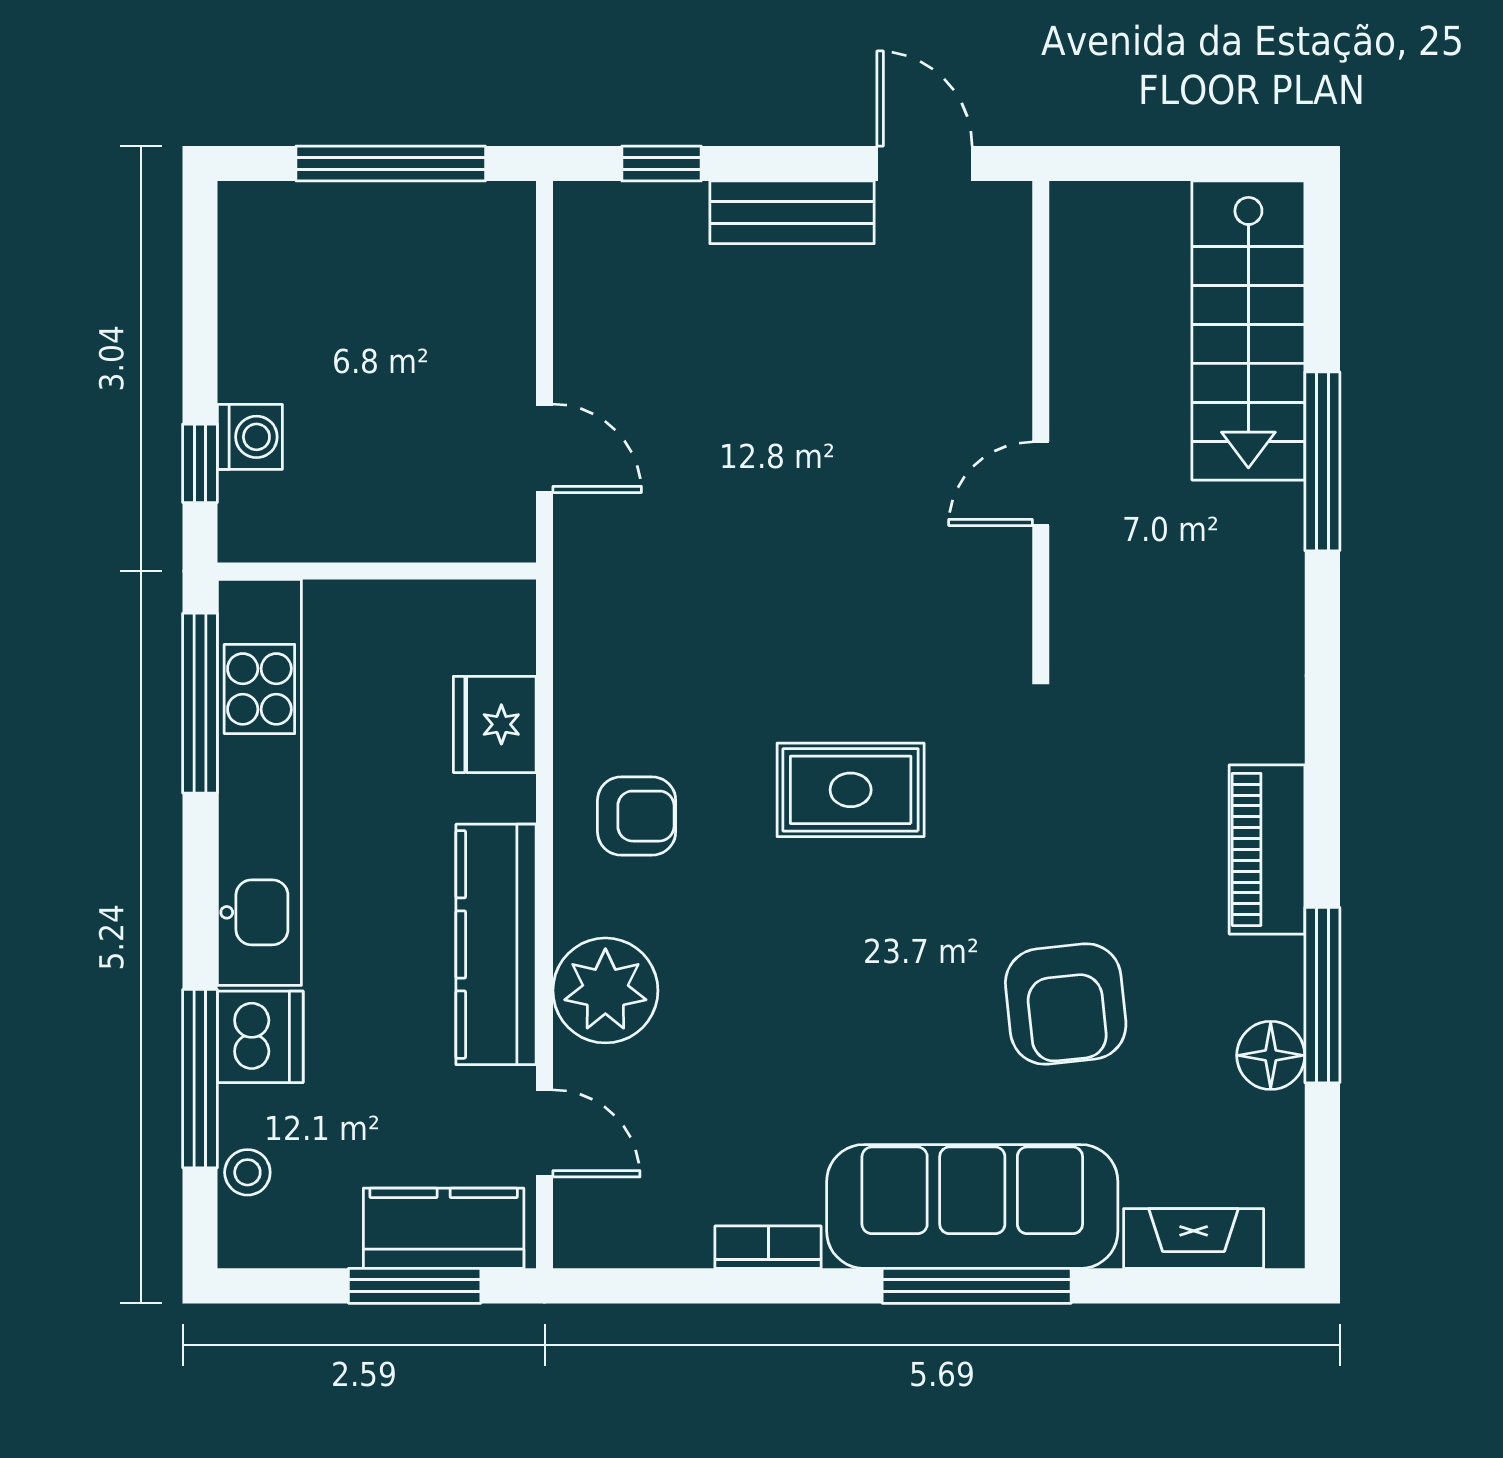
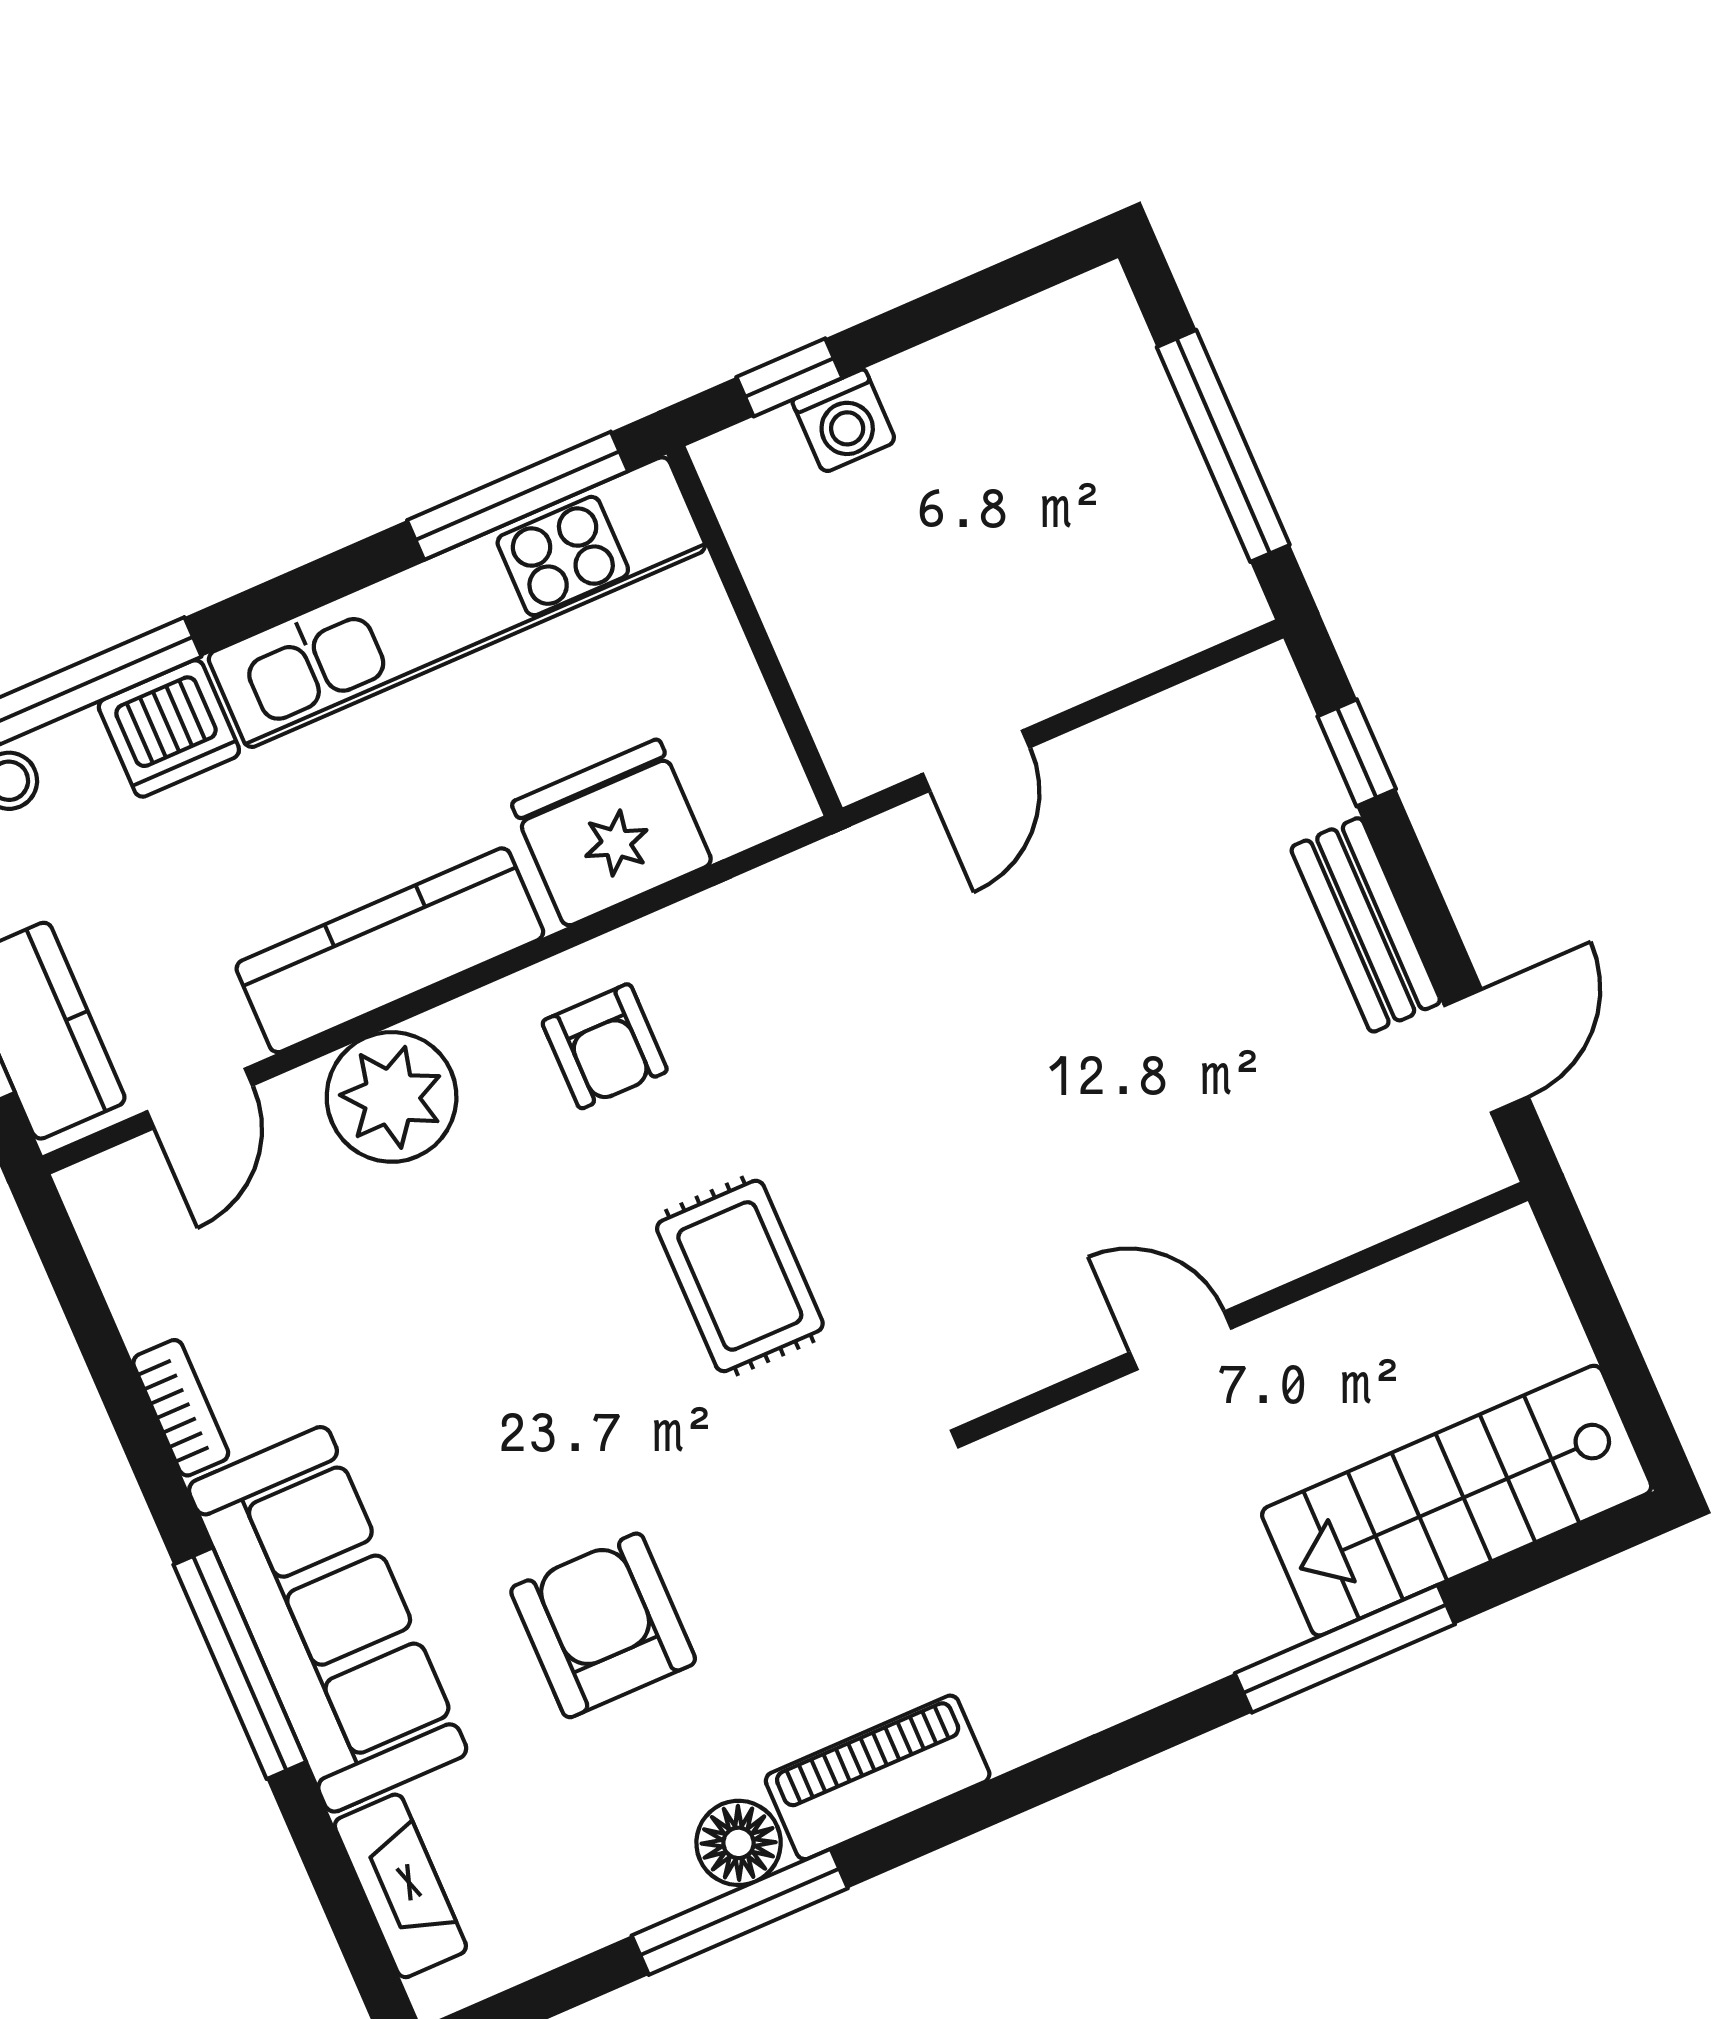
fridge: (495, 724) -> (612, 833), width x1.36, depth x1.34
armchair: (1066, 1004) -> (603, 1625), turned 96
floor lamp: (1271, 1055) -> (739, 1843), moved

